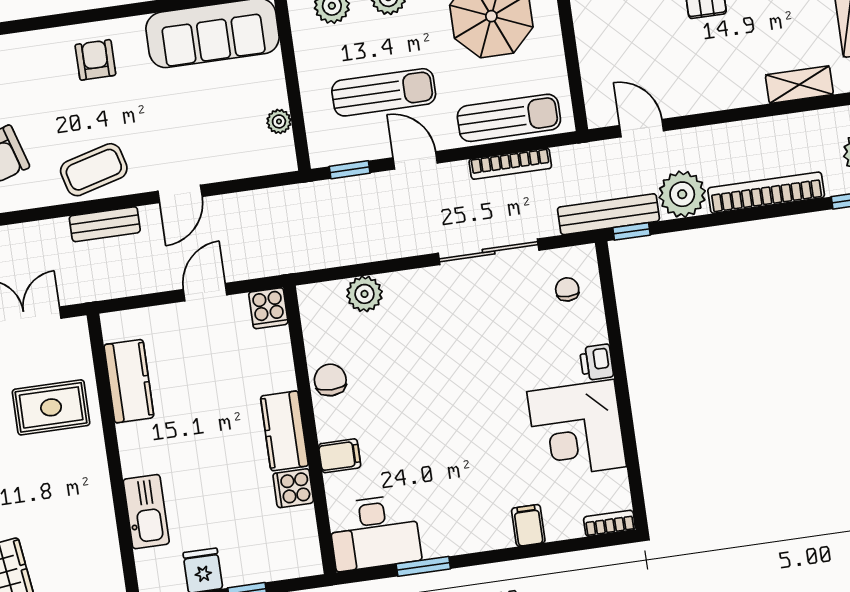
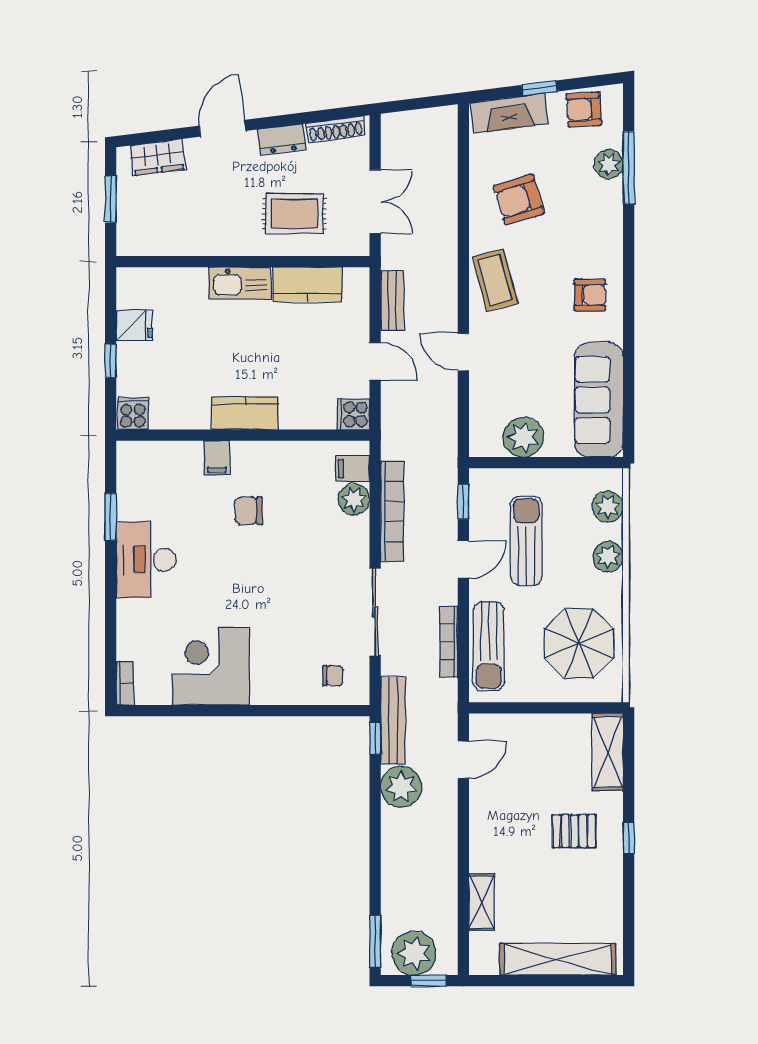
sun lounger: (384, 92) -> (526, 541), turned 180
plant: (279, 121) -> (523, 437), width x1.88, depth x1.88
bookcase: (766, 193) -> (392, 511), moved
bench: (105, 224) -> (392, 300), moved
printer: (596, 362) -> (266, 692), removed
chair: (330, 380) -> (249, 511), moved, turned 180
rug: (51, 407) -> (294, 214), turned 90
cooker: (293, 488) -> (133, 414), moved
kitchen sink: (146, 512) -> (240, 283), moved
filing cabinet: (528, 525) -> (353, 469), moved, turned 180
desk: (375, 532) -> (146, 560), moved

